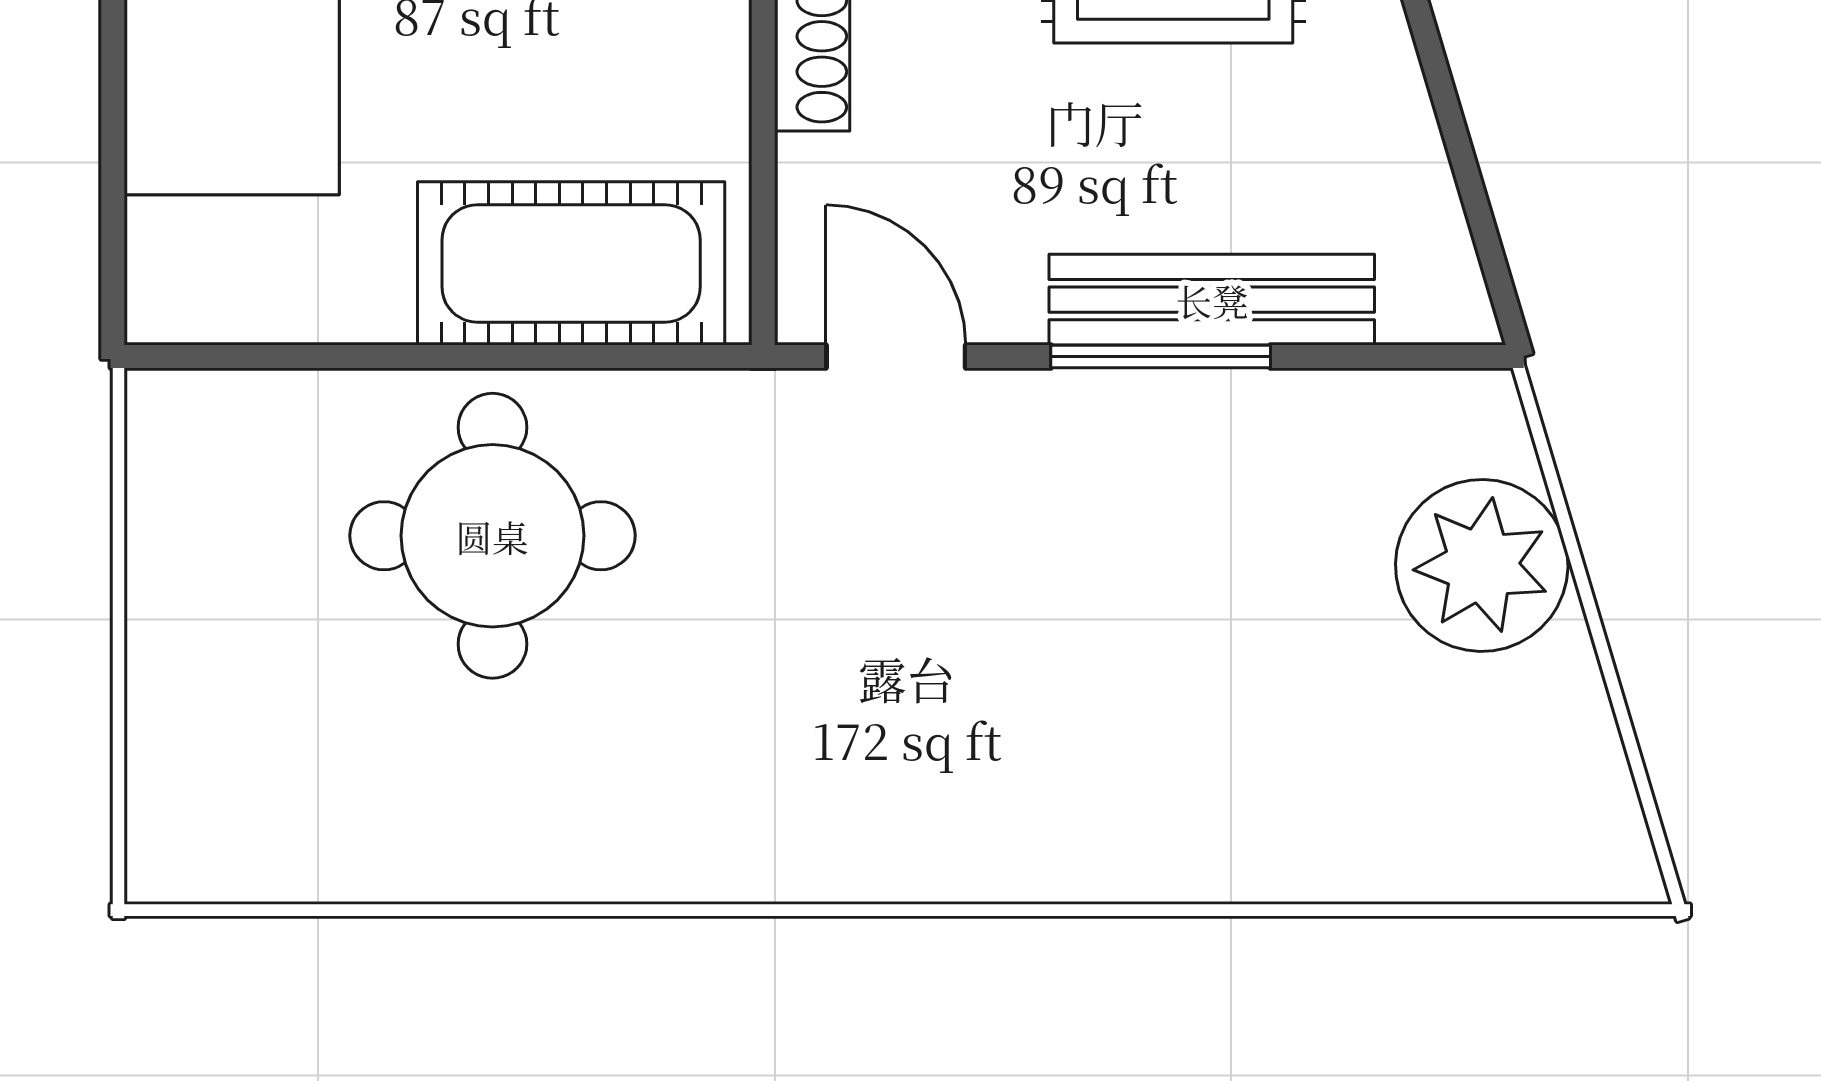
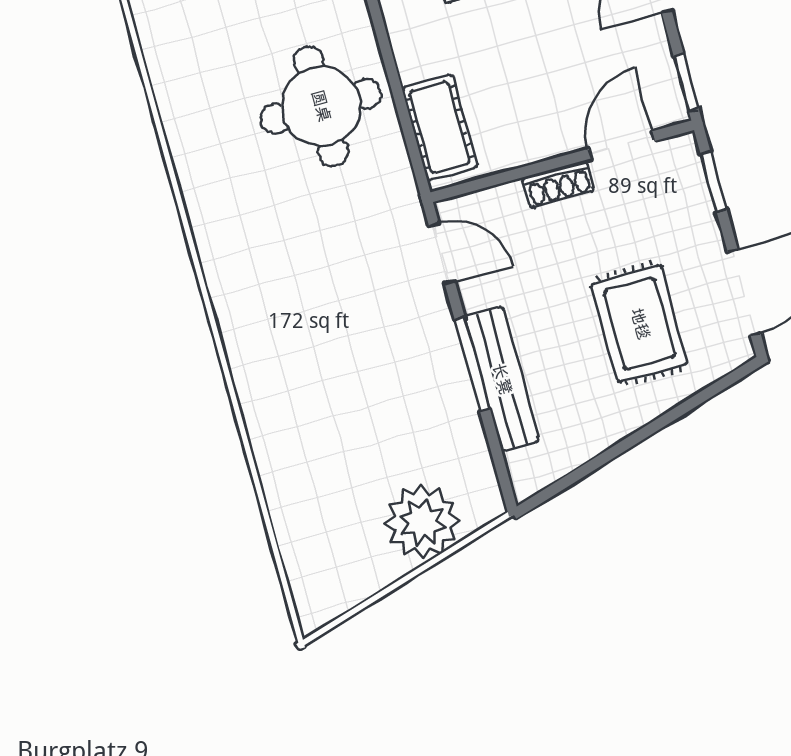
cot: (571, 263) -> (440, 127), width x0.73, depth x0.75
door: (896, 357) -> (442, 254), hinge flipped

